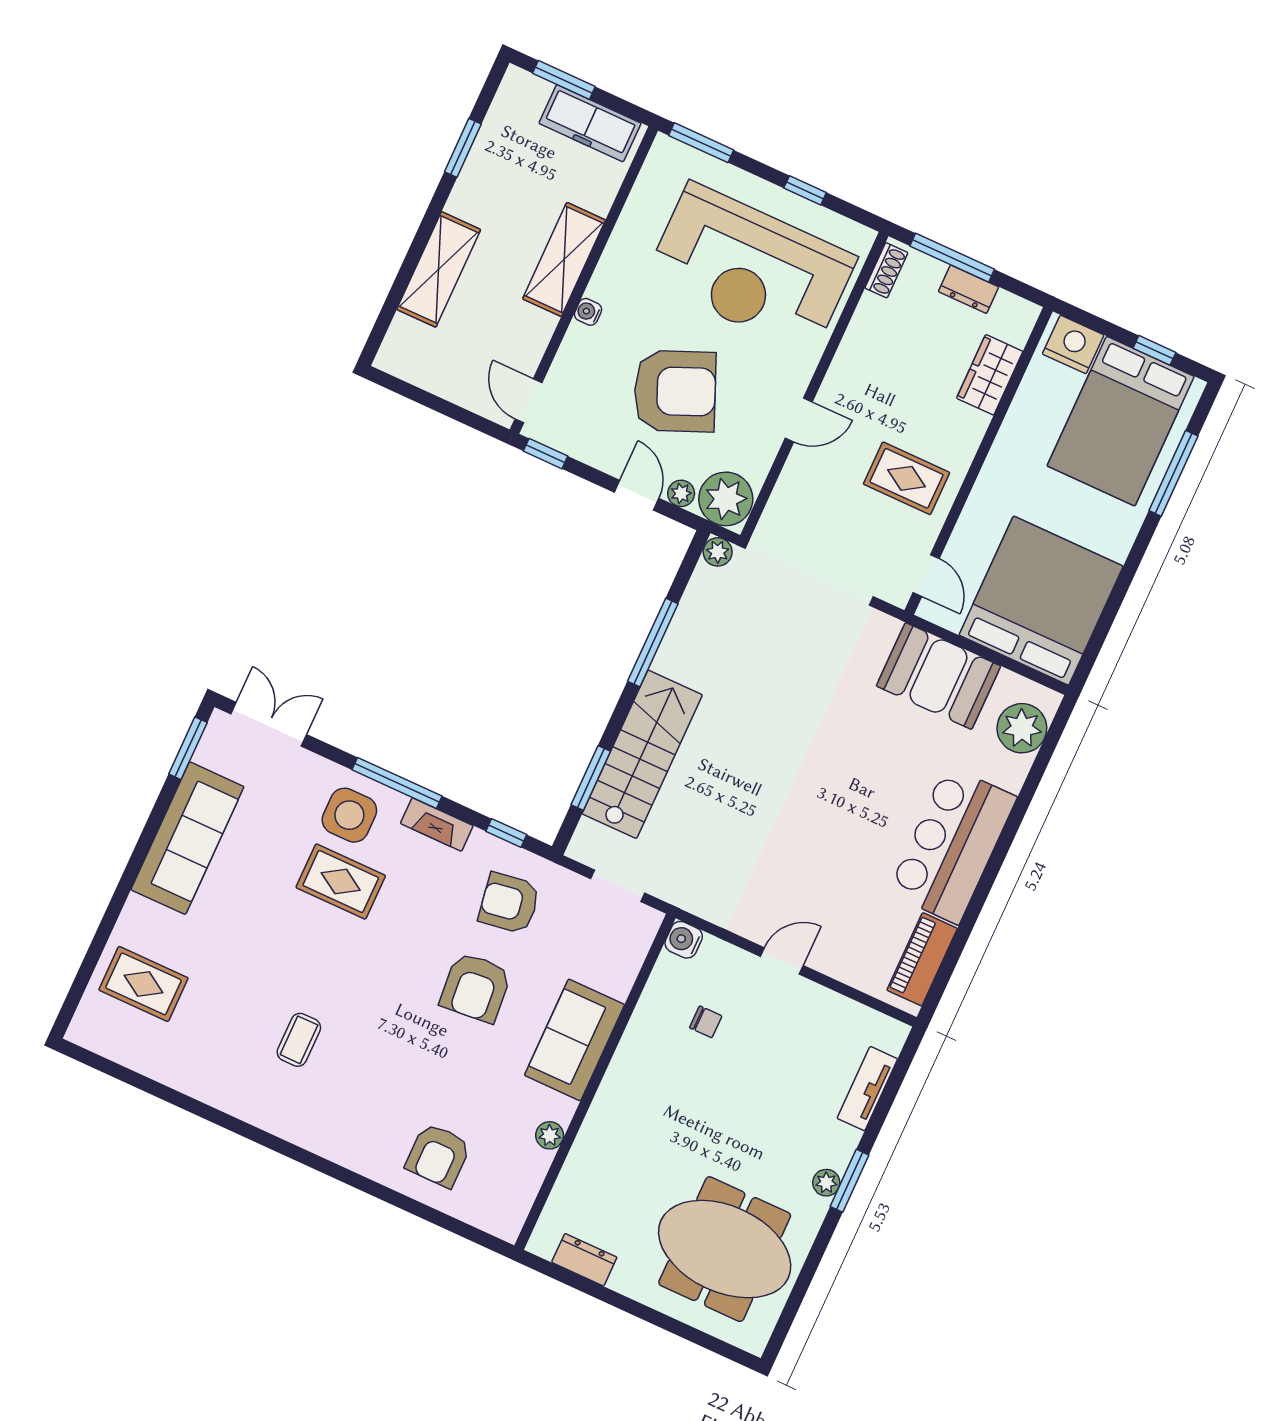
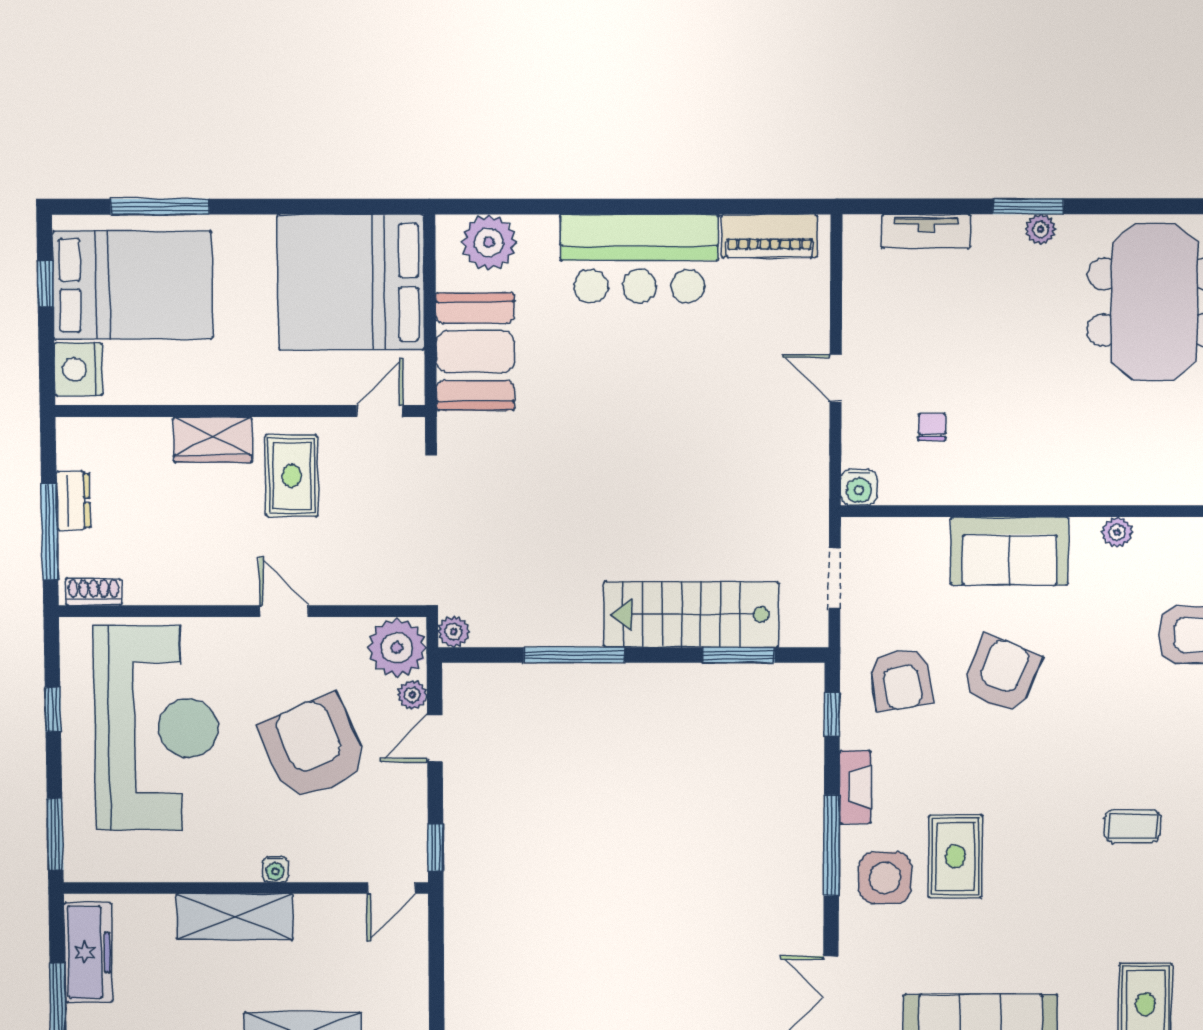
wardrobe: (990, 375) -> (213, 440), moved
armchair: (476, 987) -> (1001, 674), turned -63

